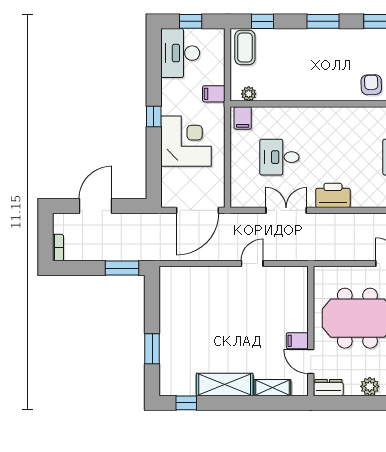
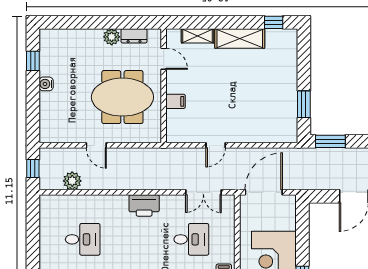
double door: (286, 210) -> (203, 192), moved
filing cabinet: (297, 341) -> (176, 101), moved
window: (152, 349) -> (304, 104), moved
dresser: (328, 388) -> (134, 36), moved

